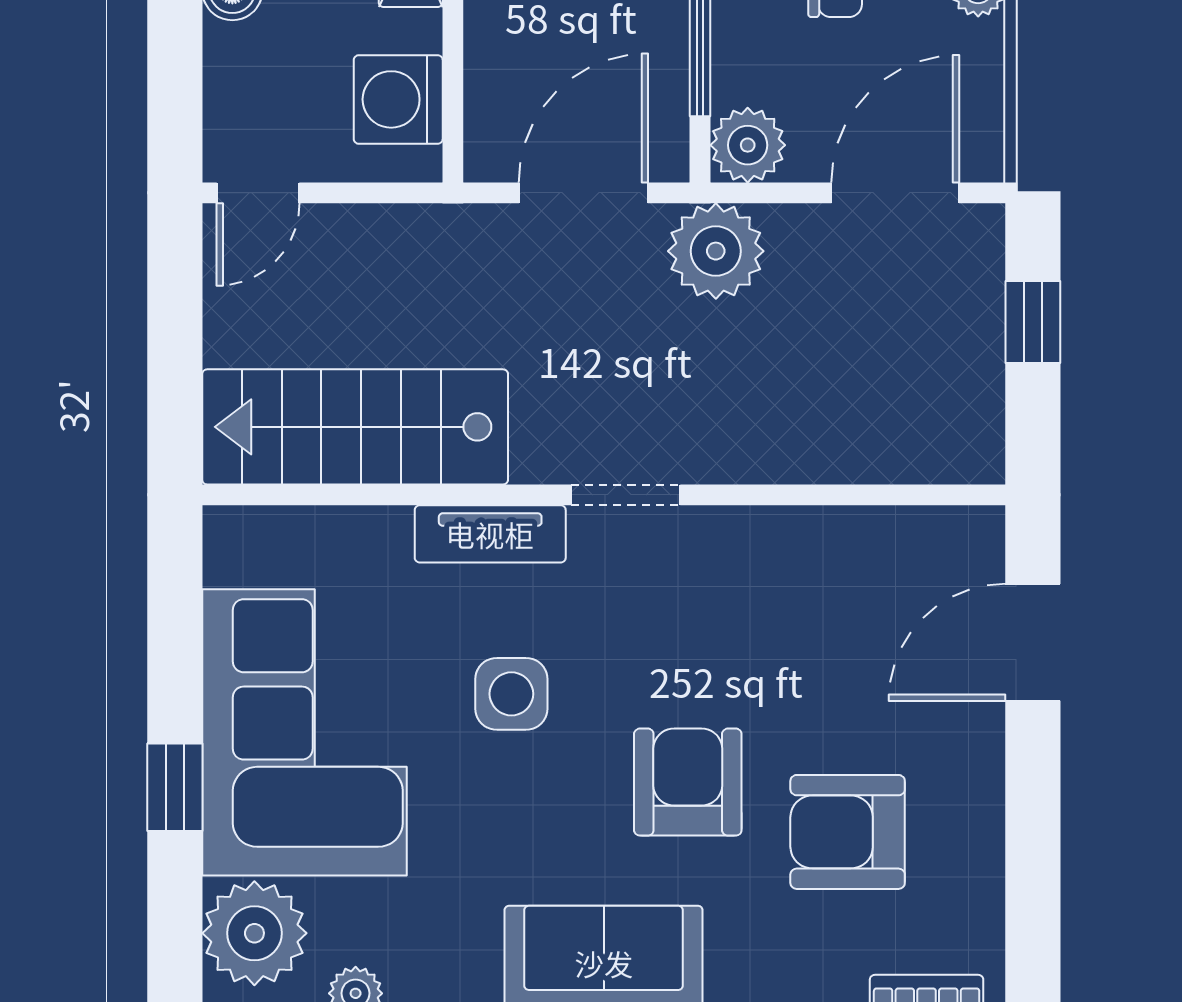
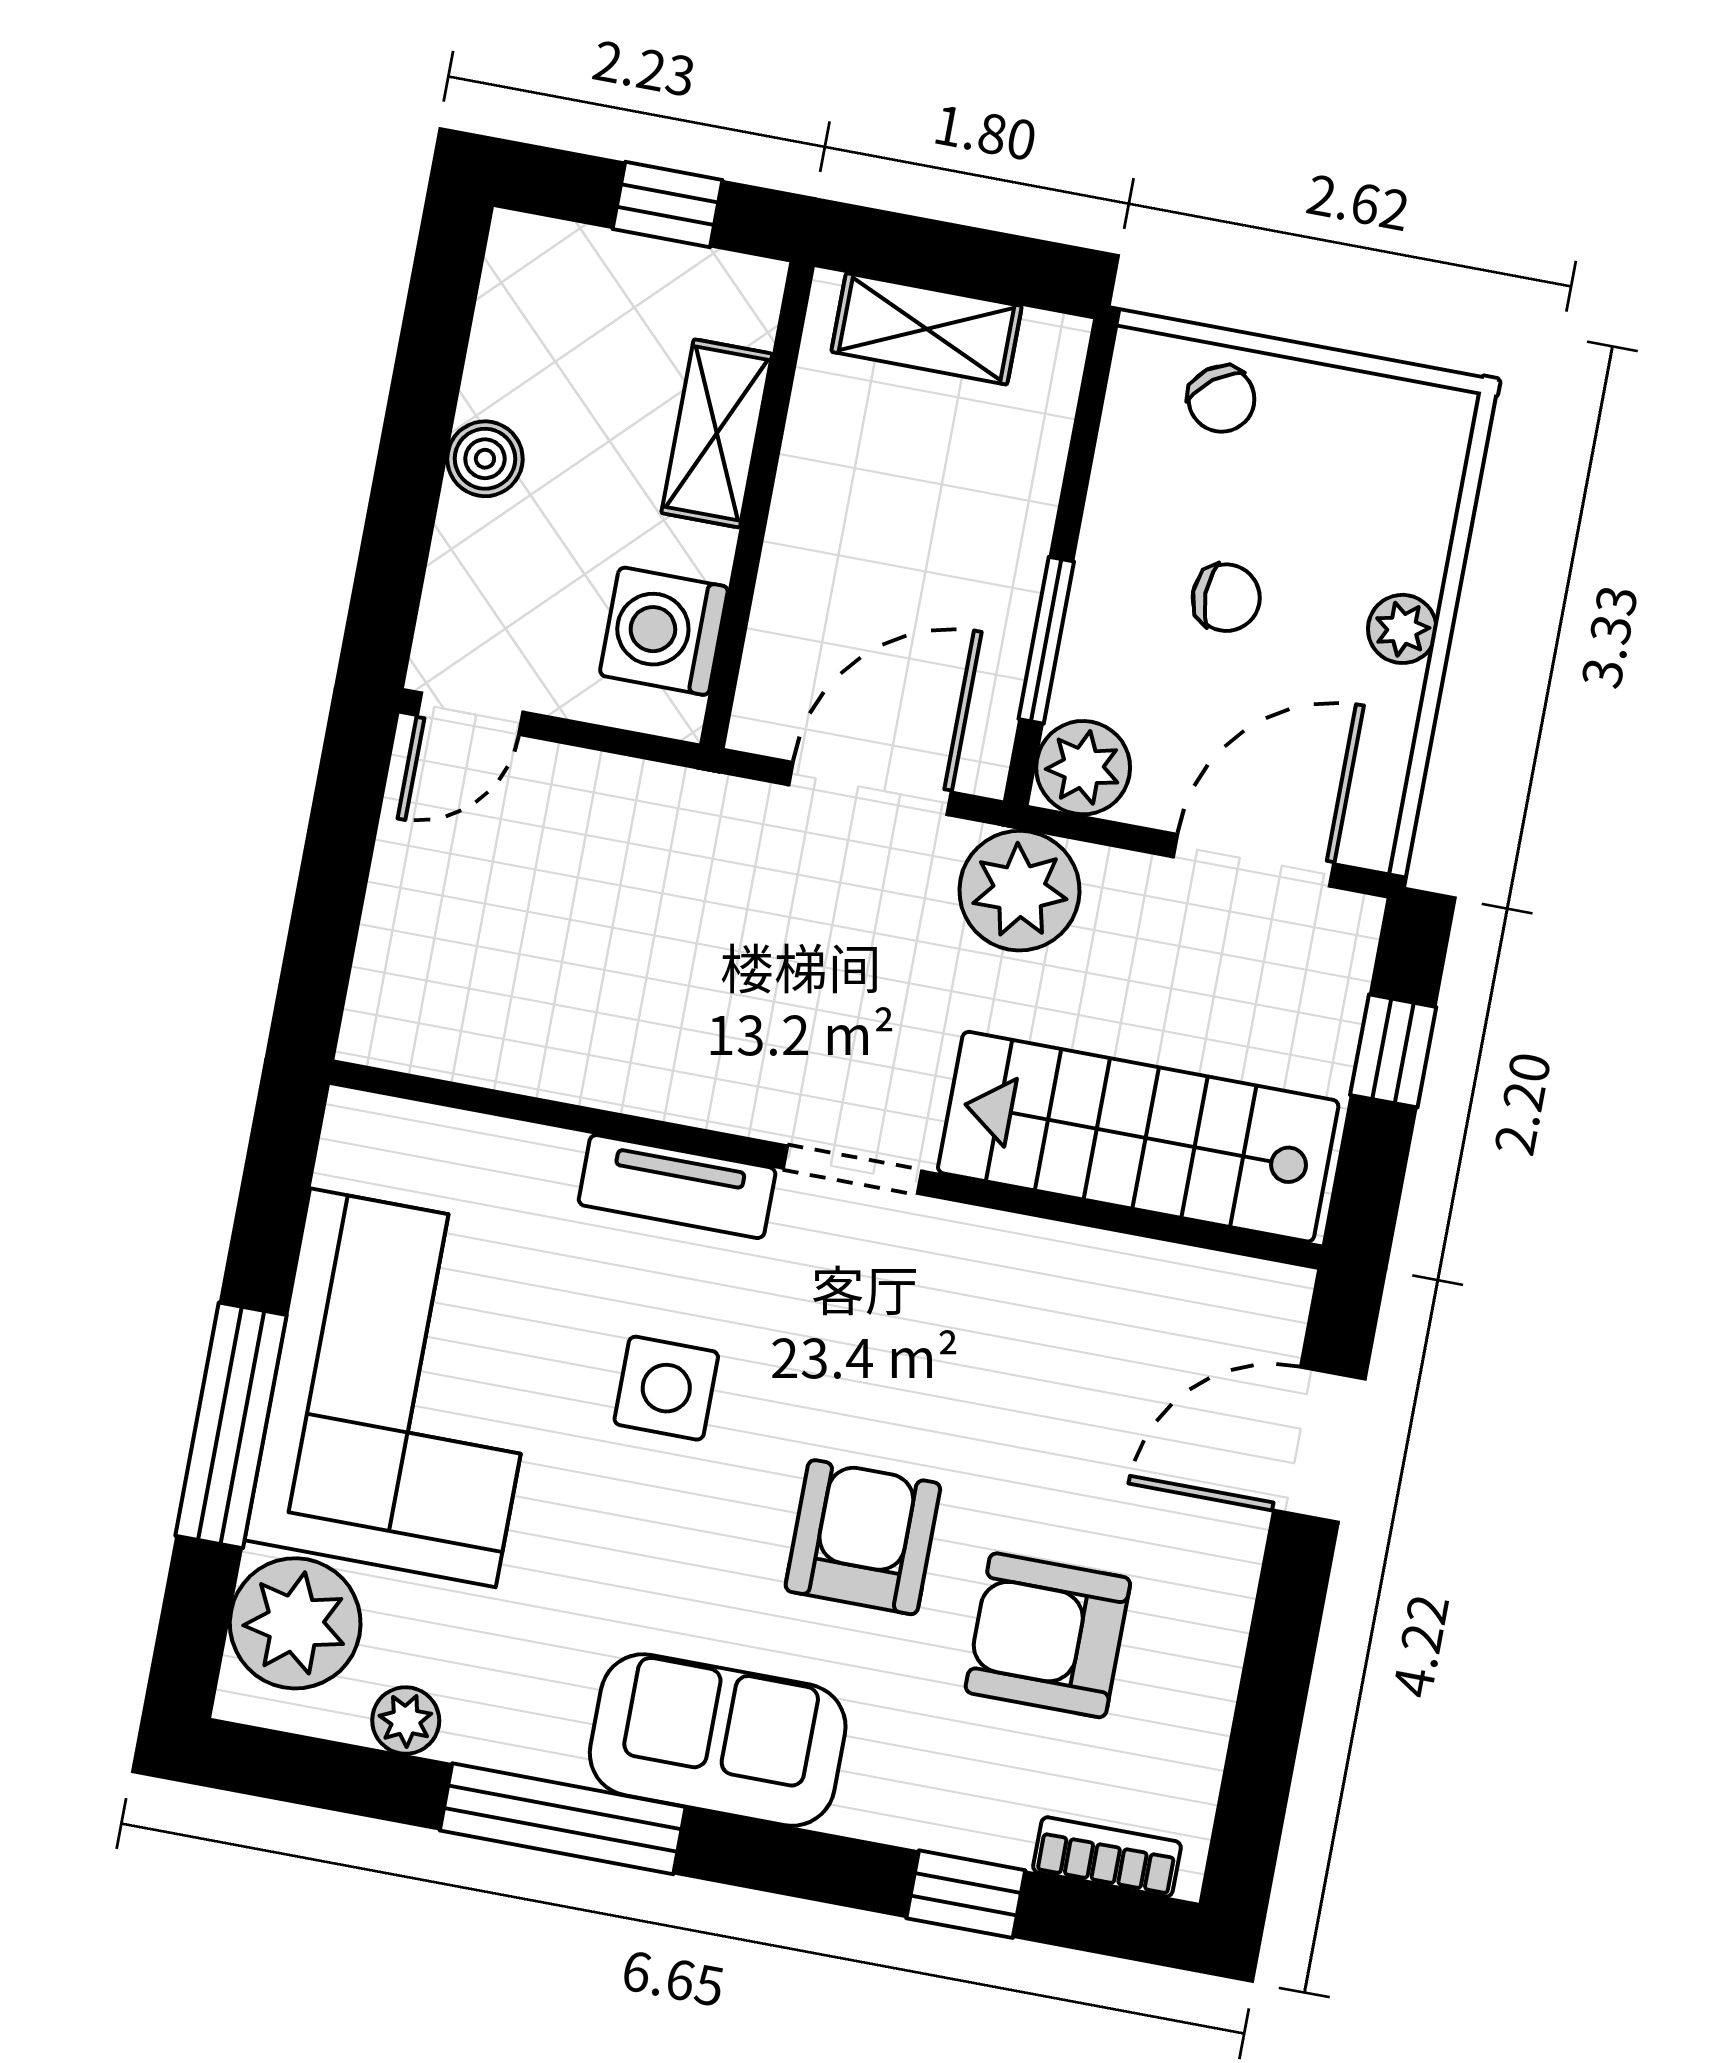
stairs: (355, 427) -> (1138, 1137), moved
window: (175, 787) -> (231, 1425), width x2.17

